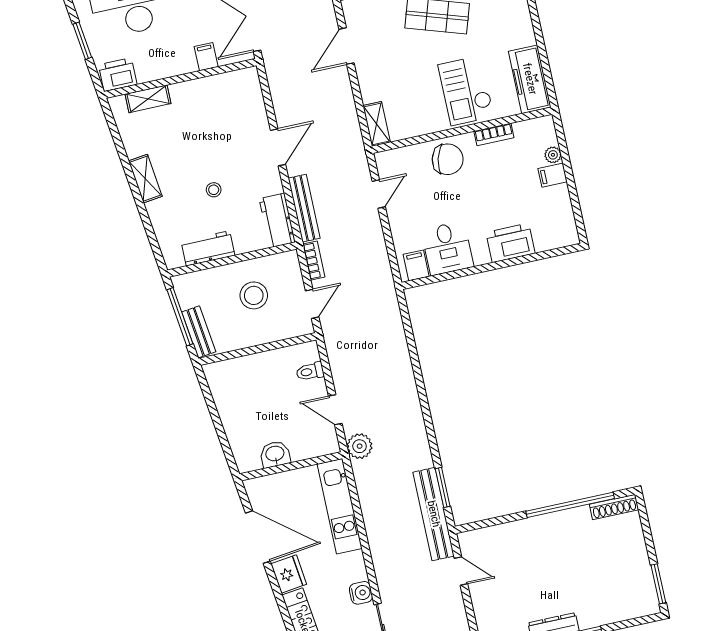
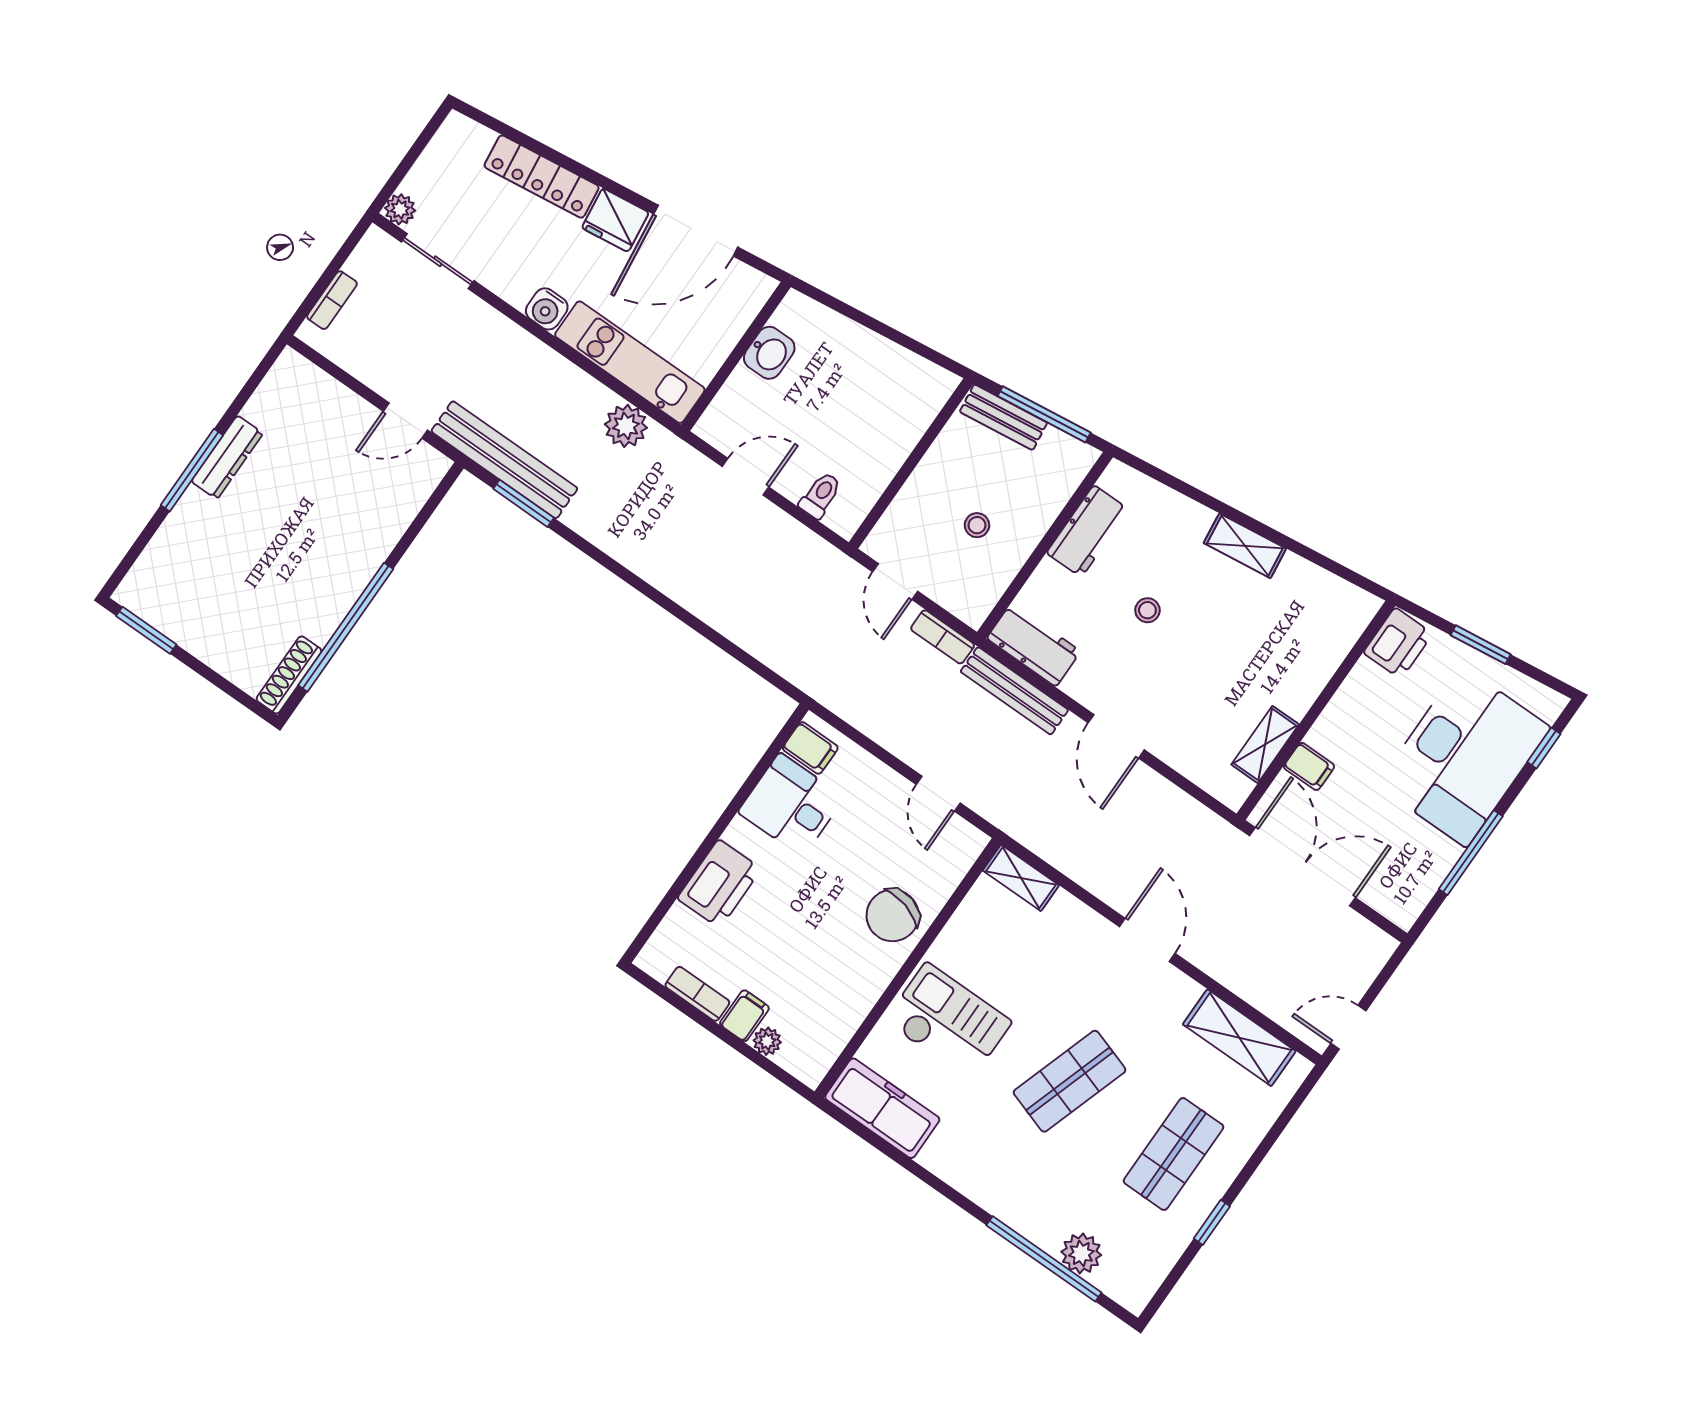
shelving: (148, 99) -> (1265, 744), moved
bookcase: (494, 134) -> (697, 994), moved, turned 90
stool: (254, 295) -> (977, 525), width x0.53, depth x0.53
plant: (360, 446) -> (626, 426), moved
water cooler: (361, 593) -> (547, 309), moved

